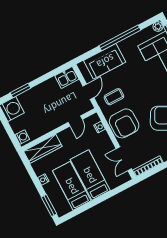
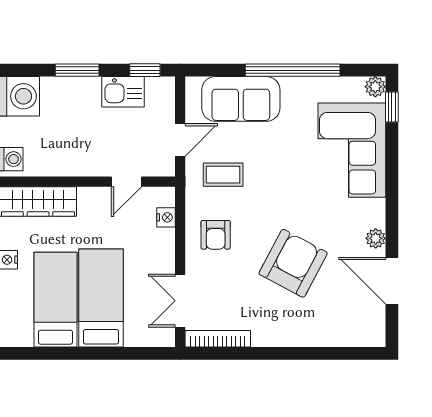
window: (58, 70) -> (145, 70), added
kitchen sink: (67, 77) -> (123, 92), moved
window: (21, 90) -> (77, 70), moved
armchair: (124, 123) -> (216, 235), width x0.53, depth x0.53

